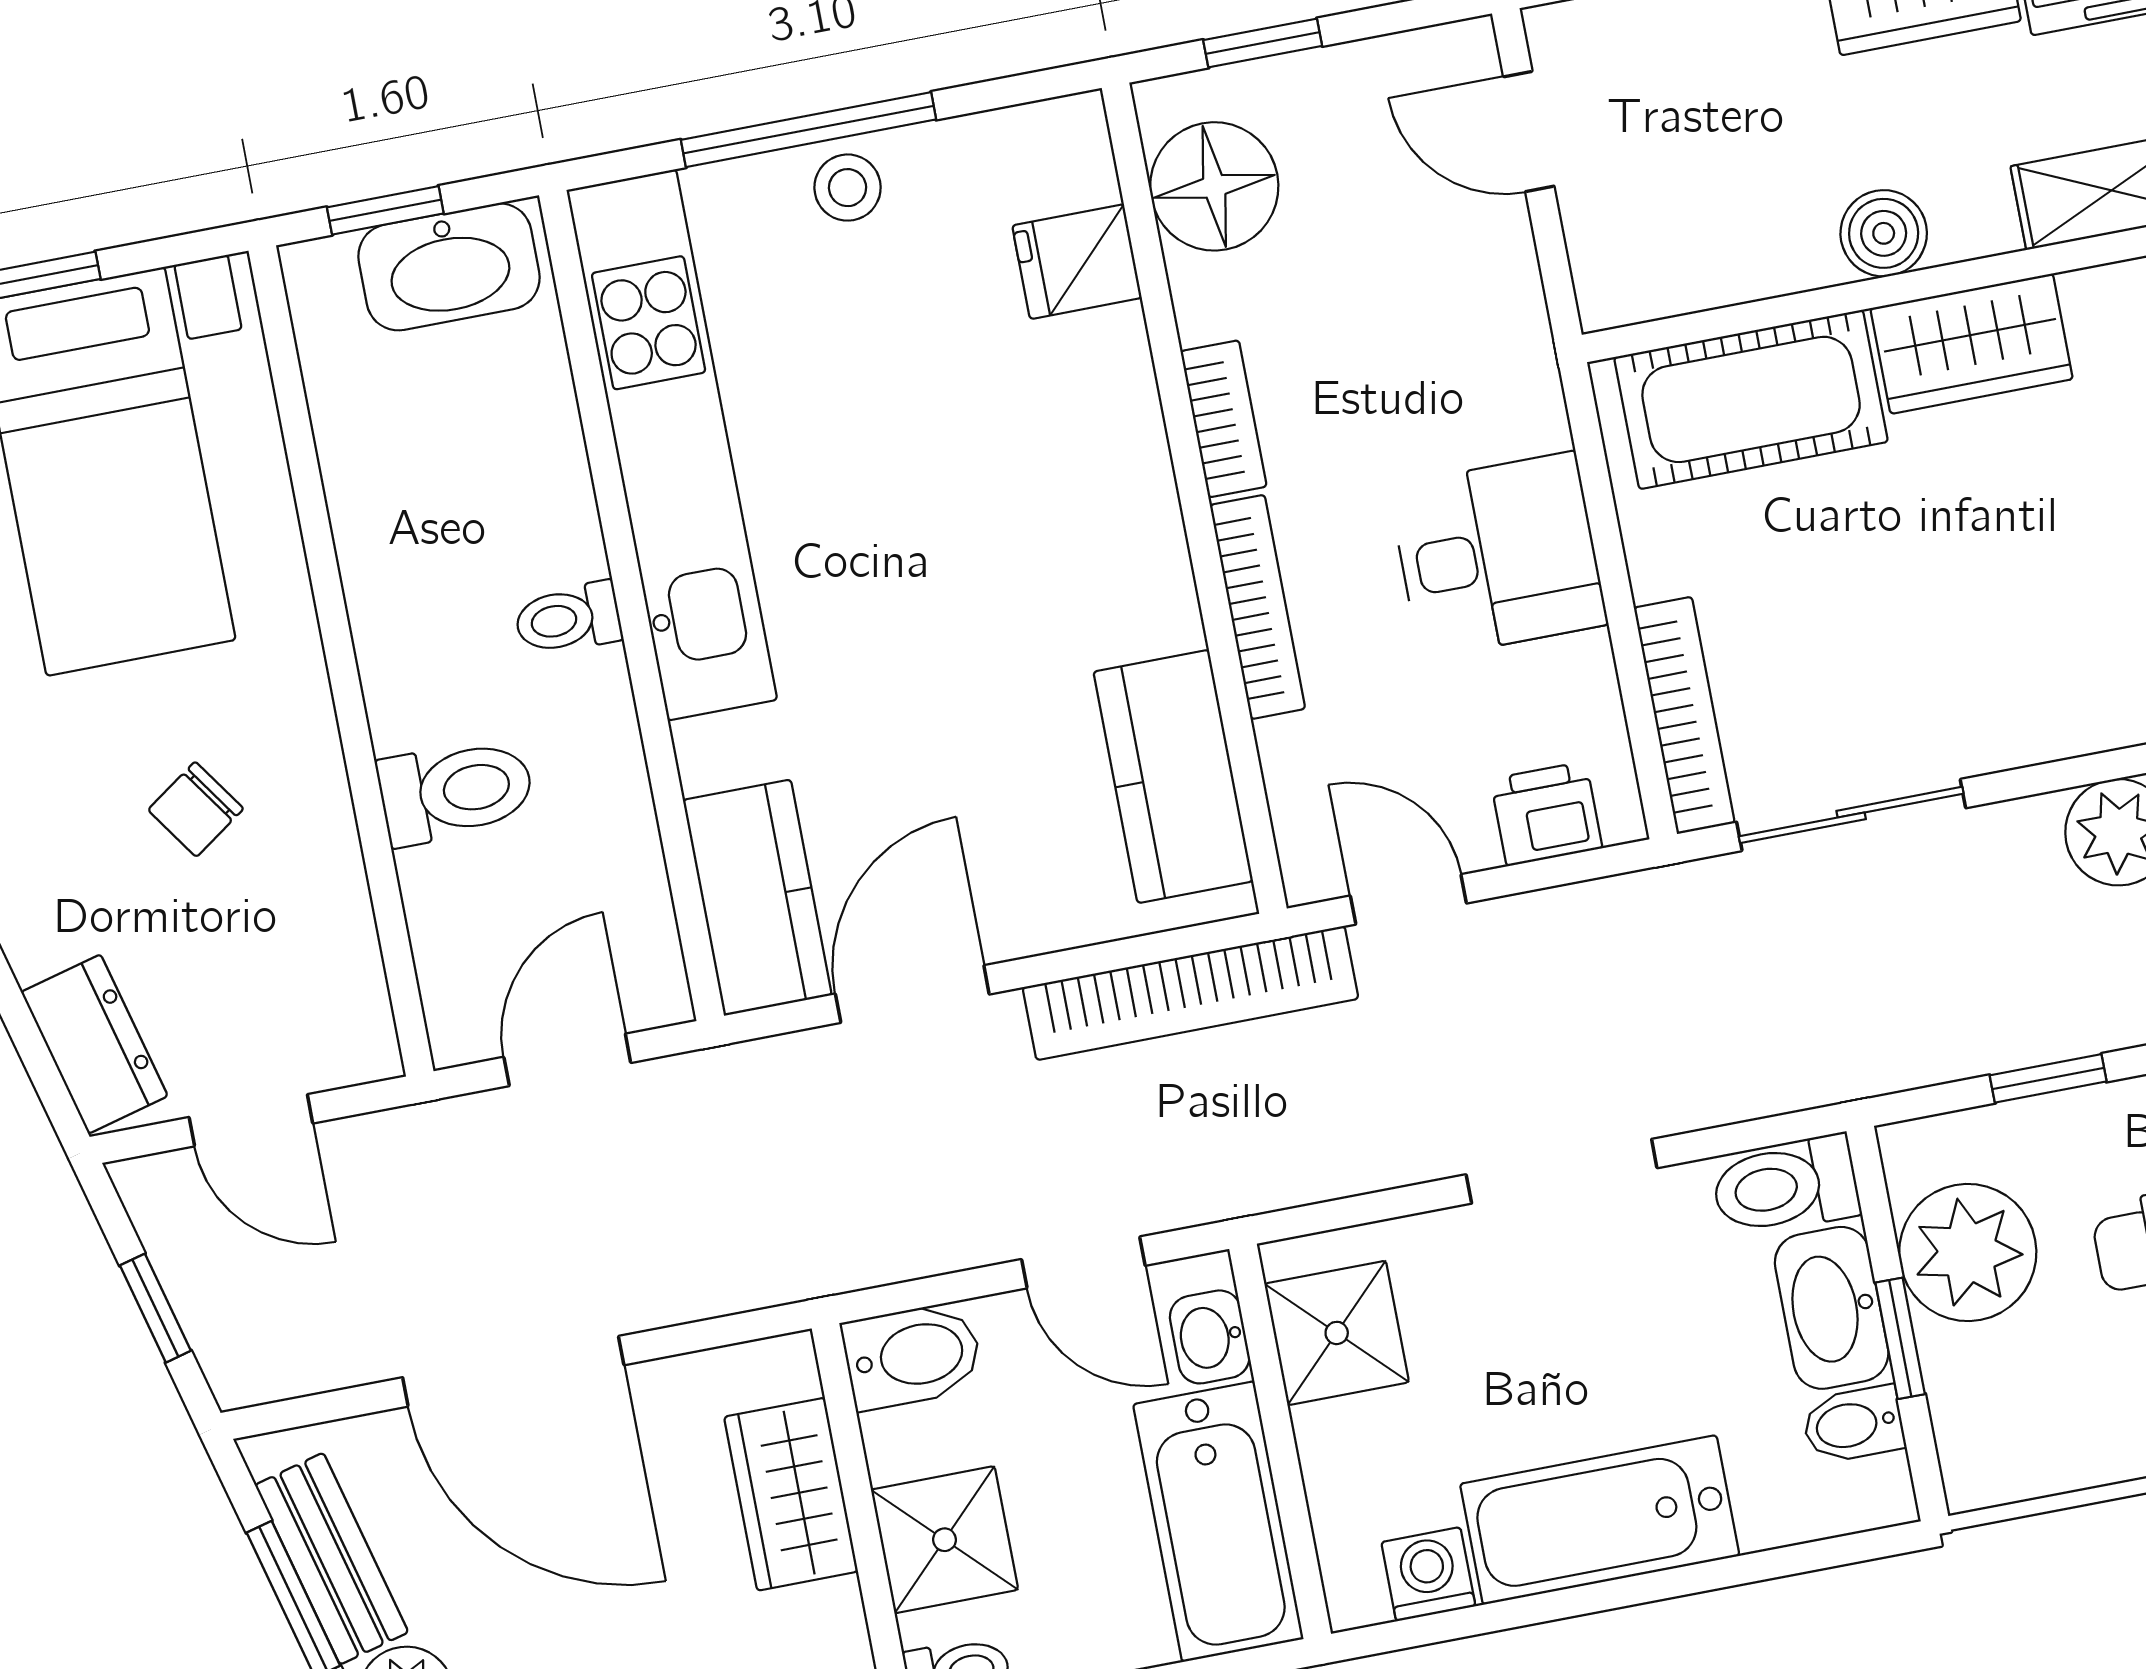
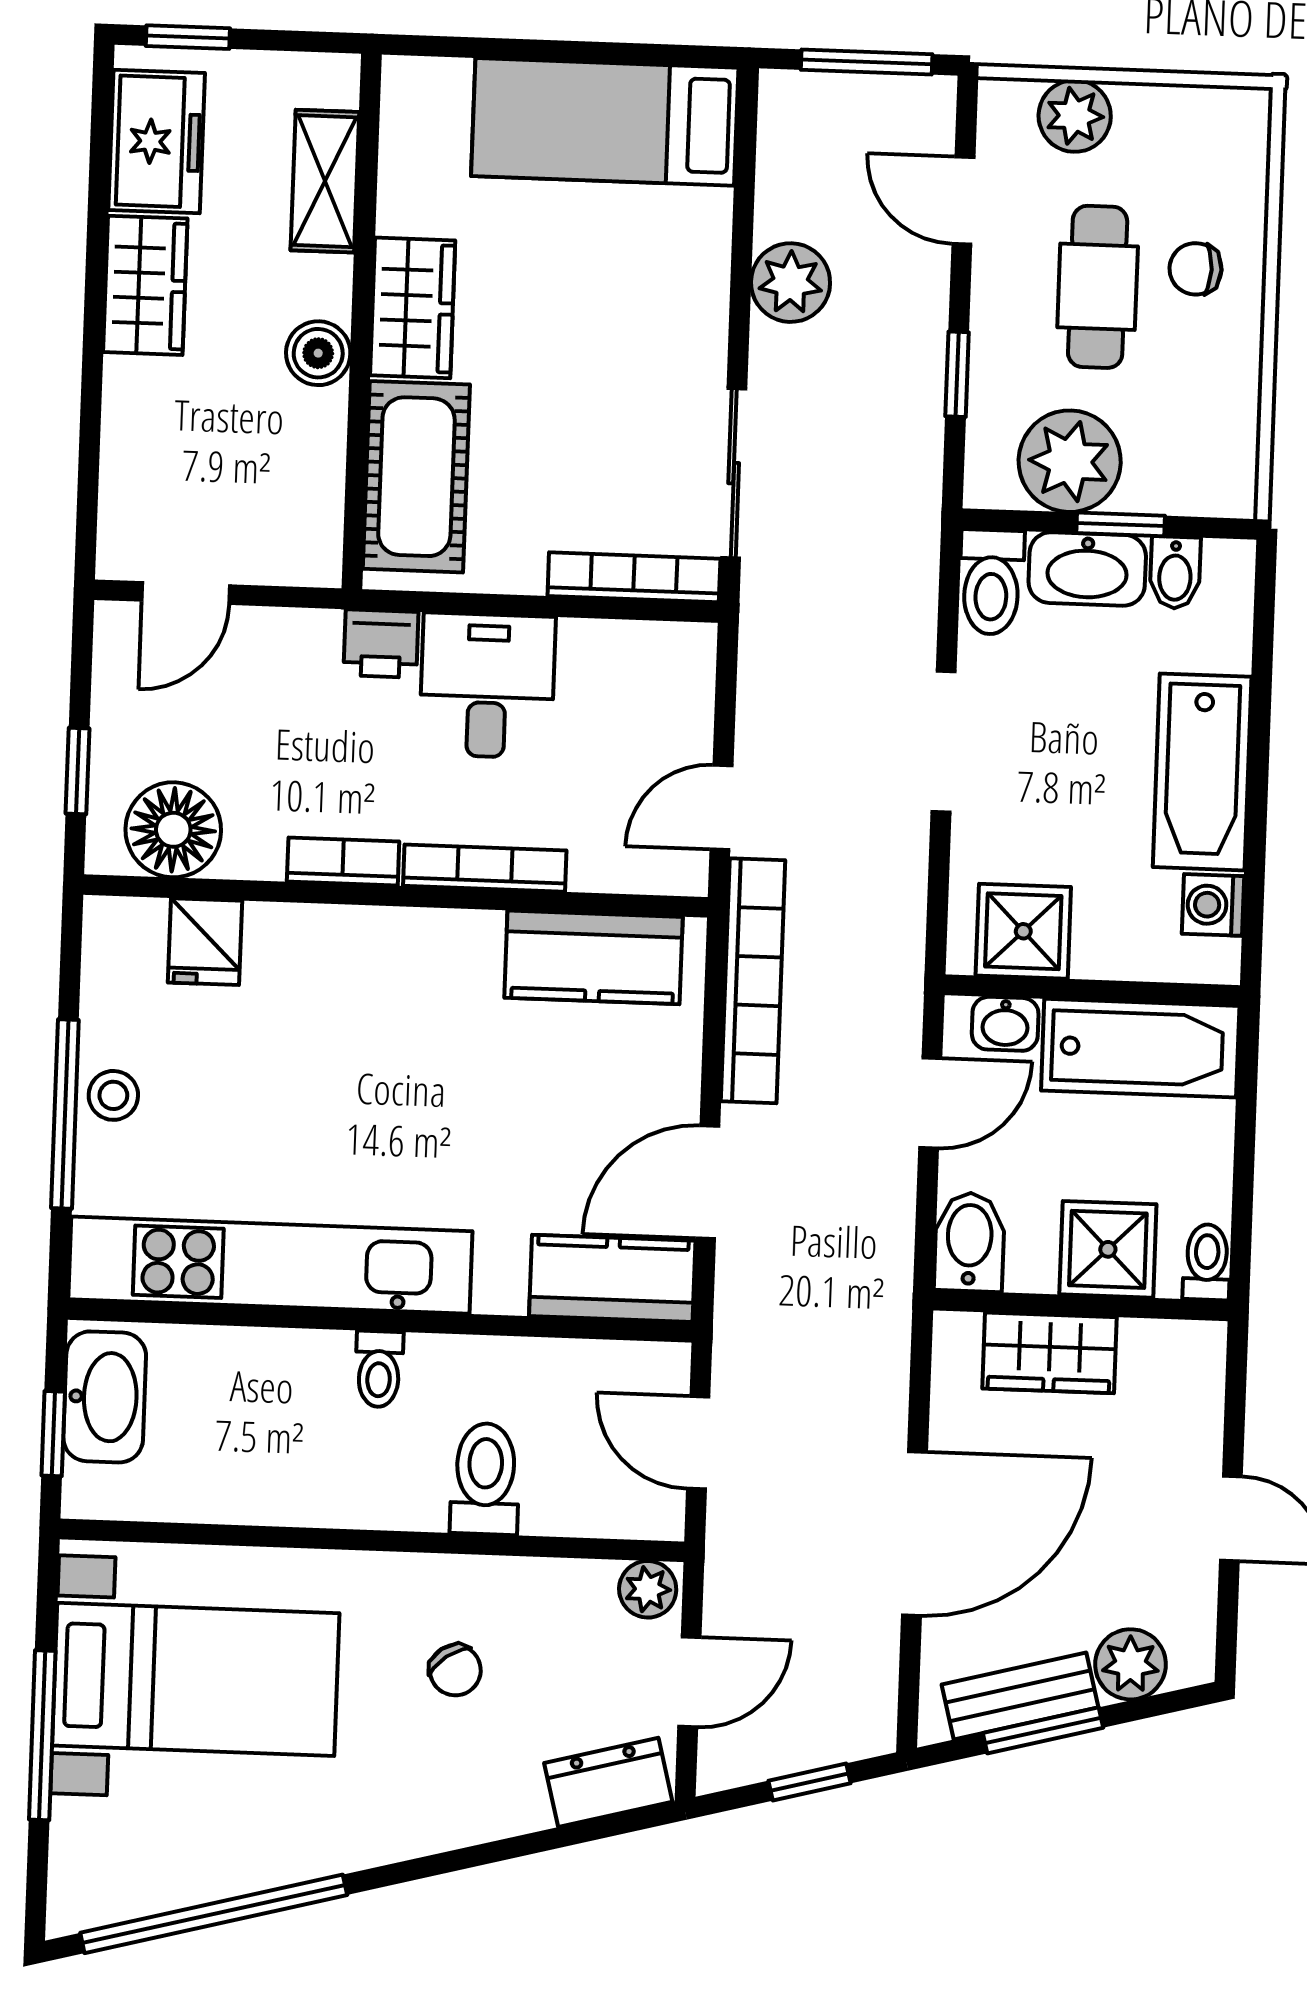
printer: (1546, 814) -> (381, 644), moved, turned -90
door: (912, 994) -> (708, 1182), hinge flipped
plant: (360, 1038) -> (648, 1589), added

